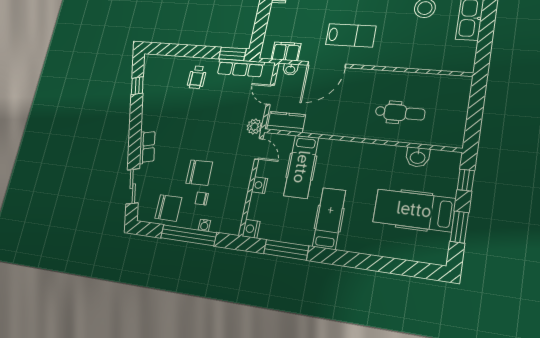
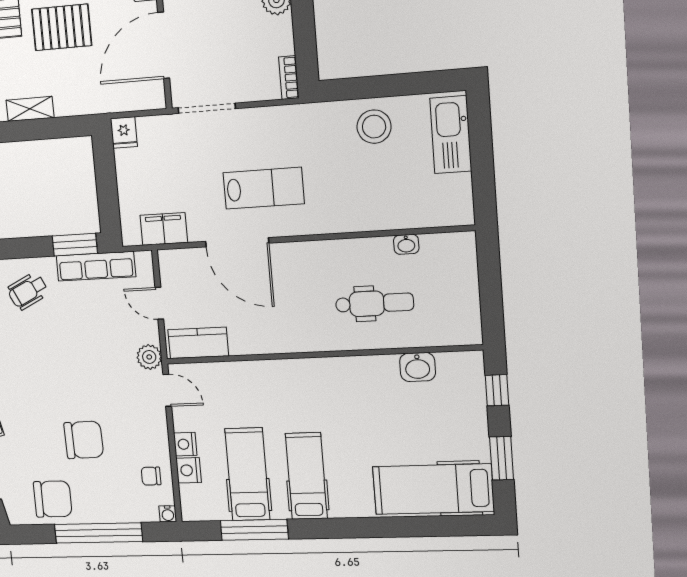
door: (327, 65) -> (237, 242), hinge flipped
washbasin: (290, 69) -> (406, 244), moved
wheelchair: (197, 77) -> (28, 291), turned 64
hospital bed: (301, 167) -> (247, 474), moved, turned 180
chair: (202, 199) -> (151, 476), moved
hospital bed: (414, 210) -> (433, 489), moved
water cooler: (204, 225) -> (168, 514), moved
nightstand: (251, 229) -> (189, 470), moved

